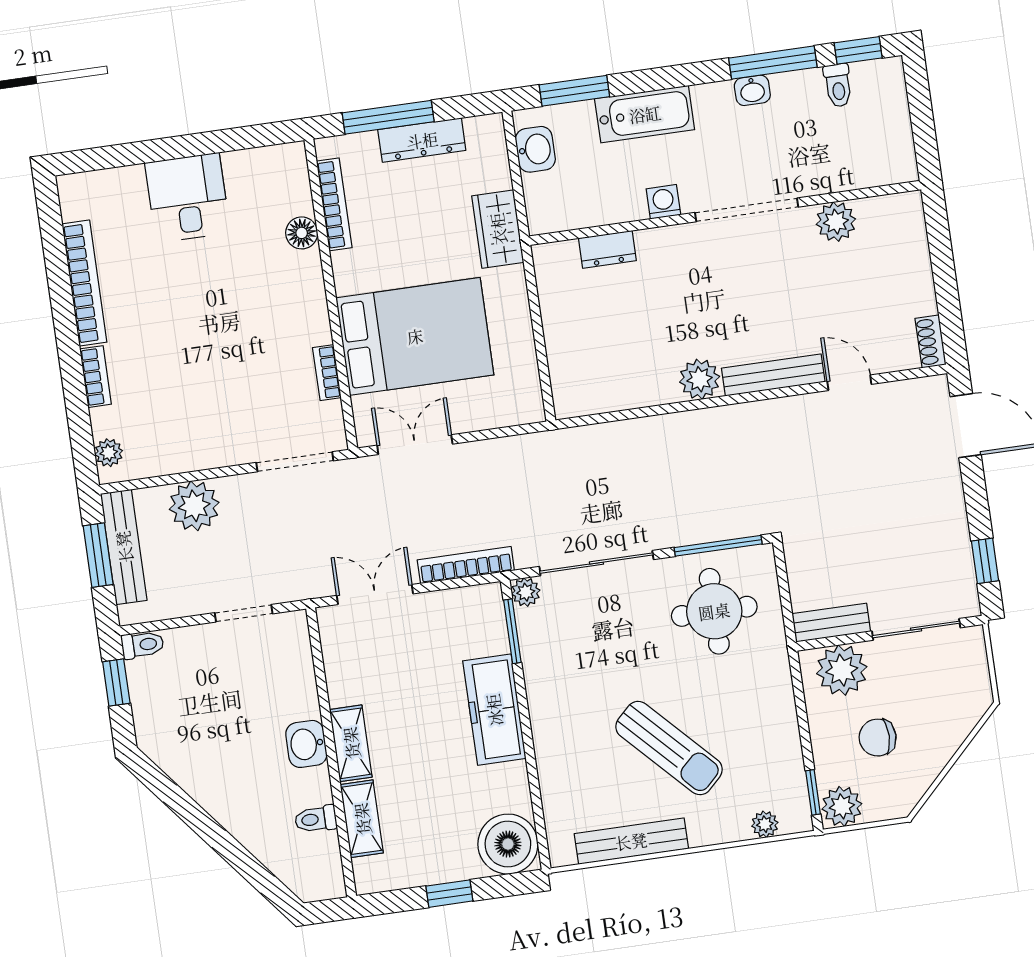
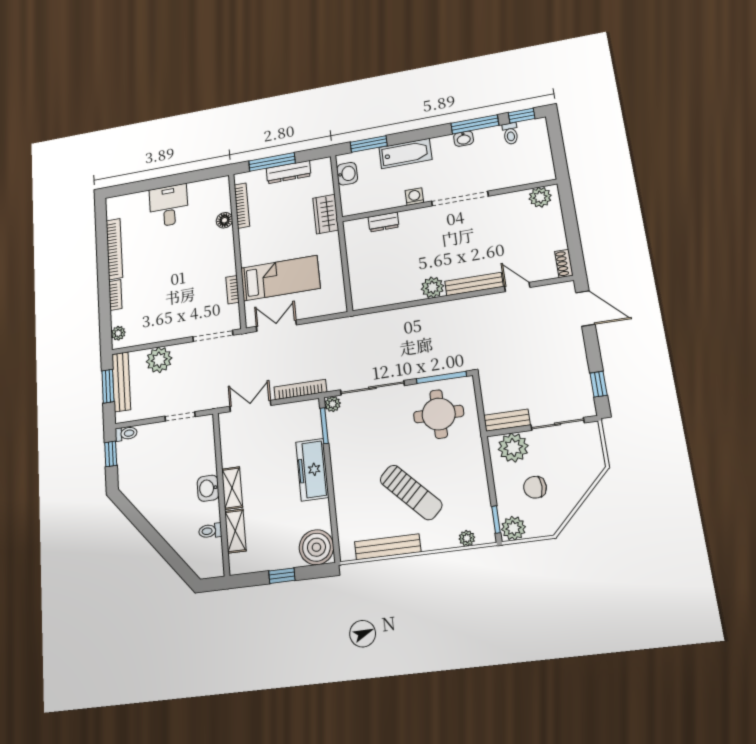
plant: (836, 222) -> (540, 197), moved
bed: (415, 336) -> (280, 278), width x0.67

